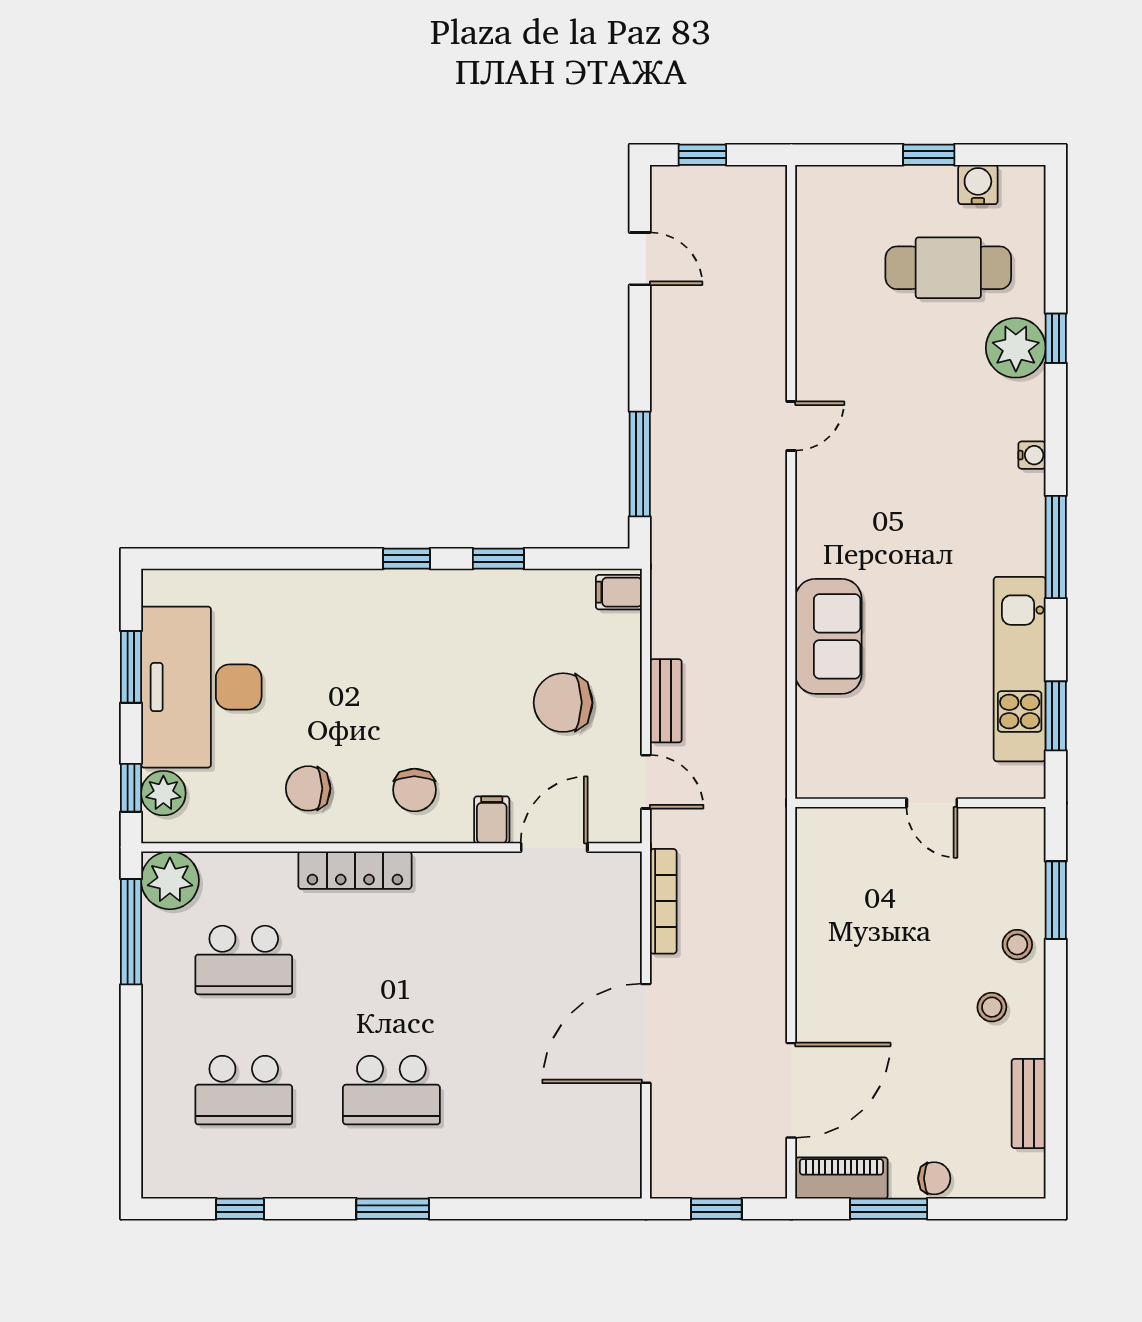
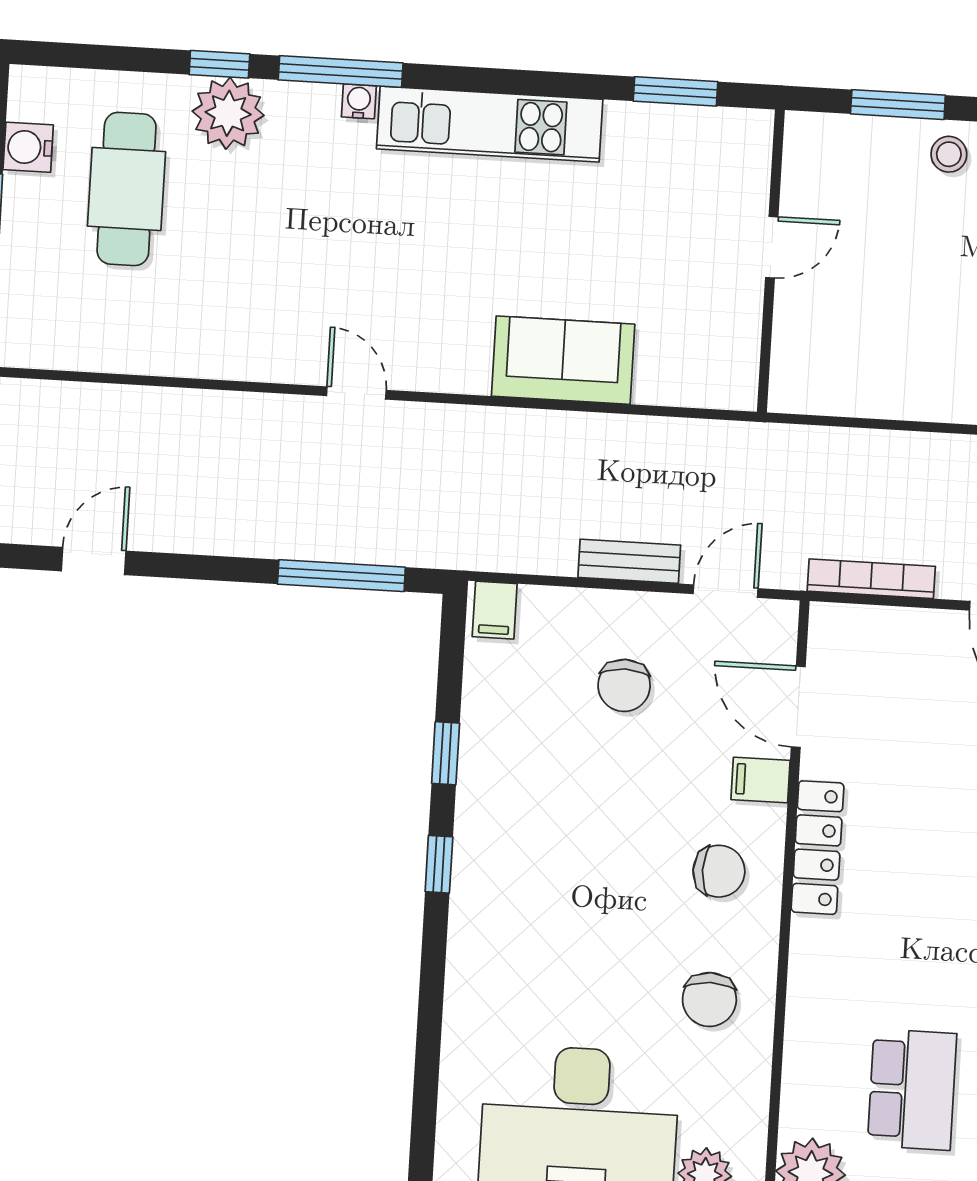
door: (791, 426) -> (356, 393), moved
window: (1056, 547) -> (341, 71), moved
kitchen unit: (1020, 669) -> (490, 124), moved
chair: (563, 703) -> (624, 685), width x0.73, depth x0.73
locker: (355, 870) -> (818, 848), moved

